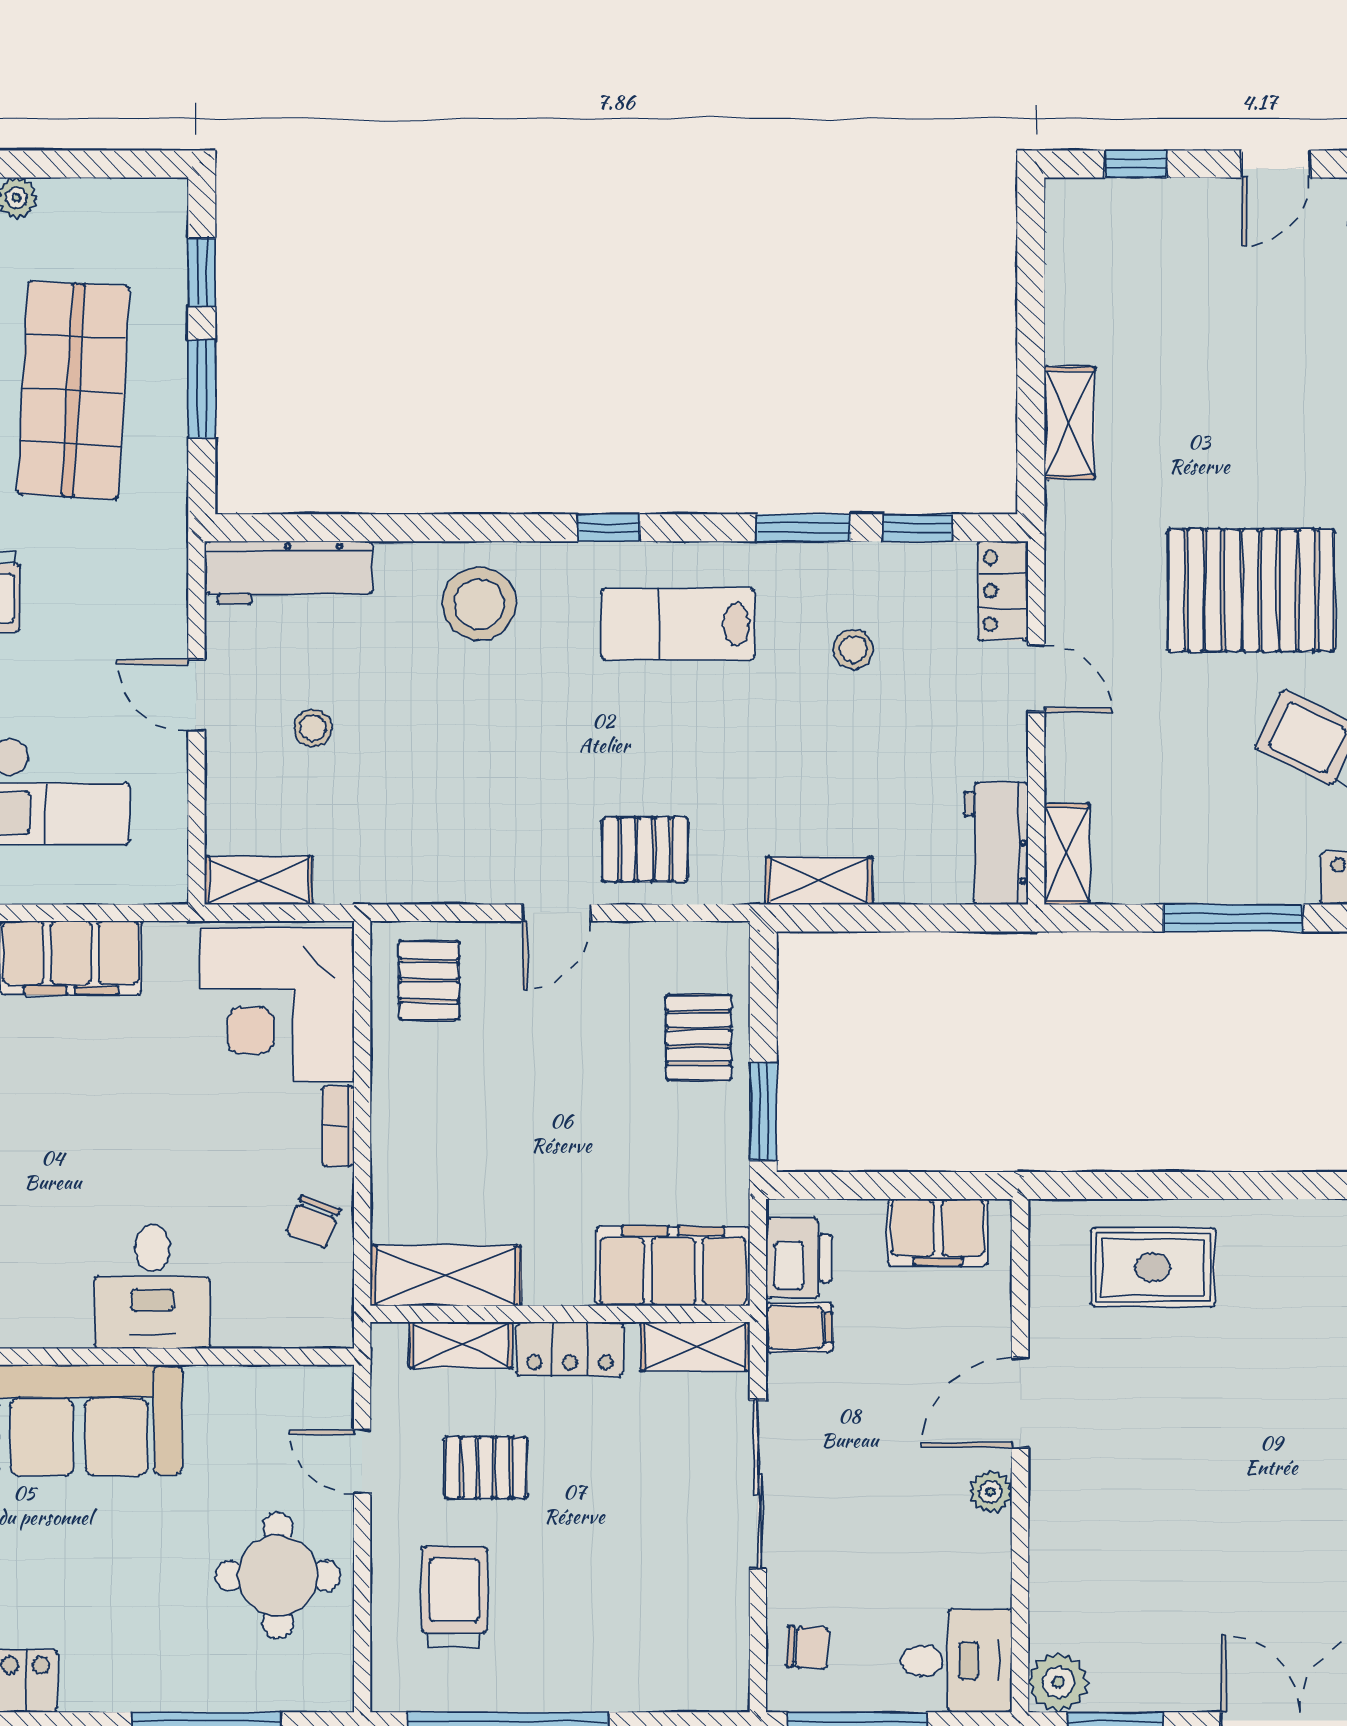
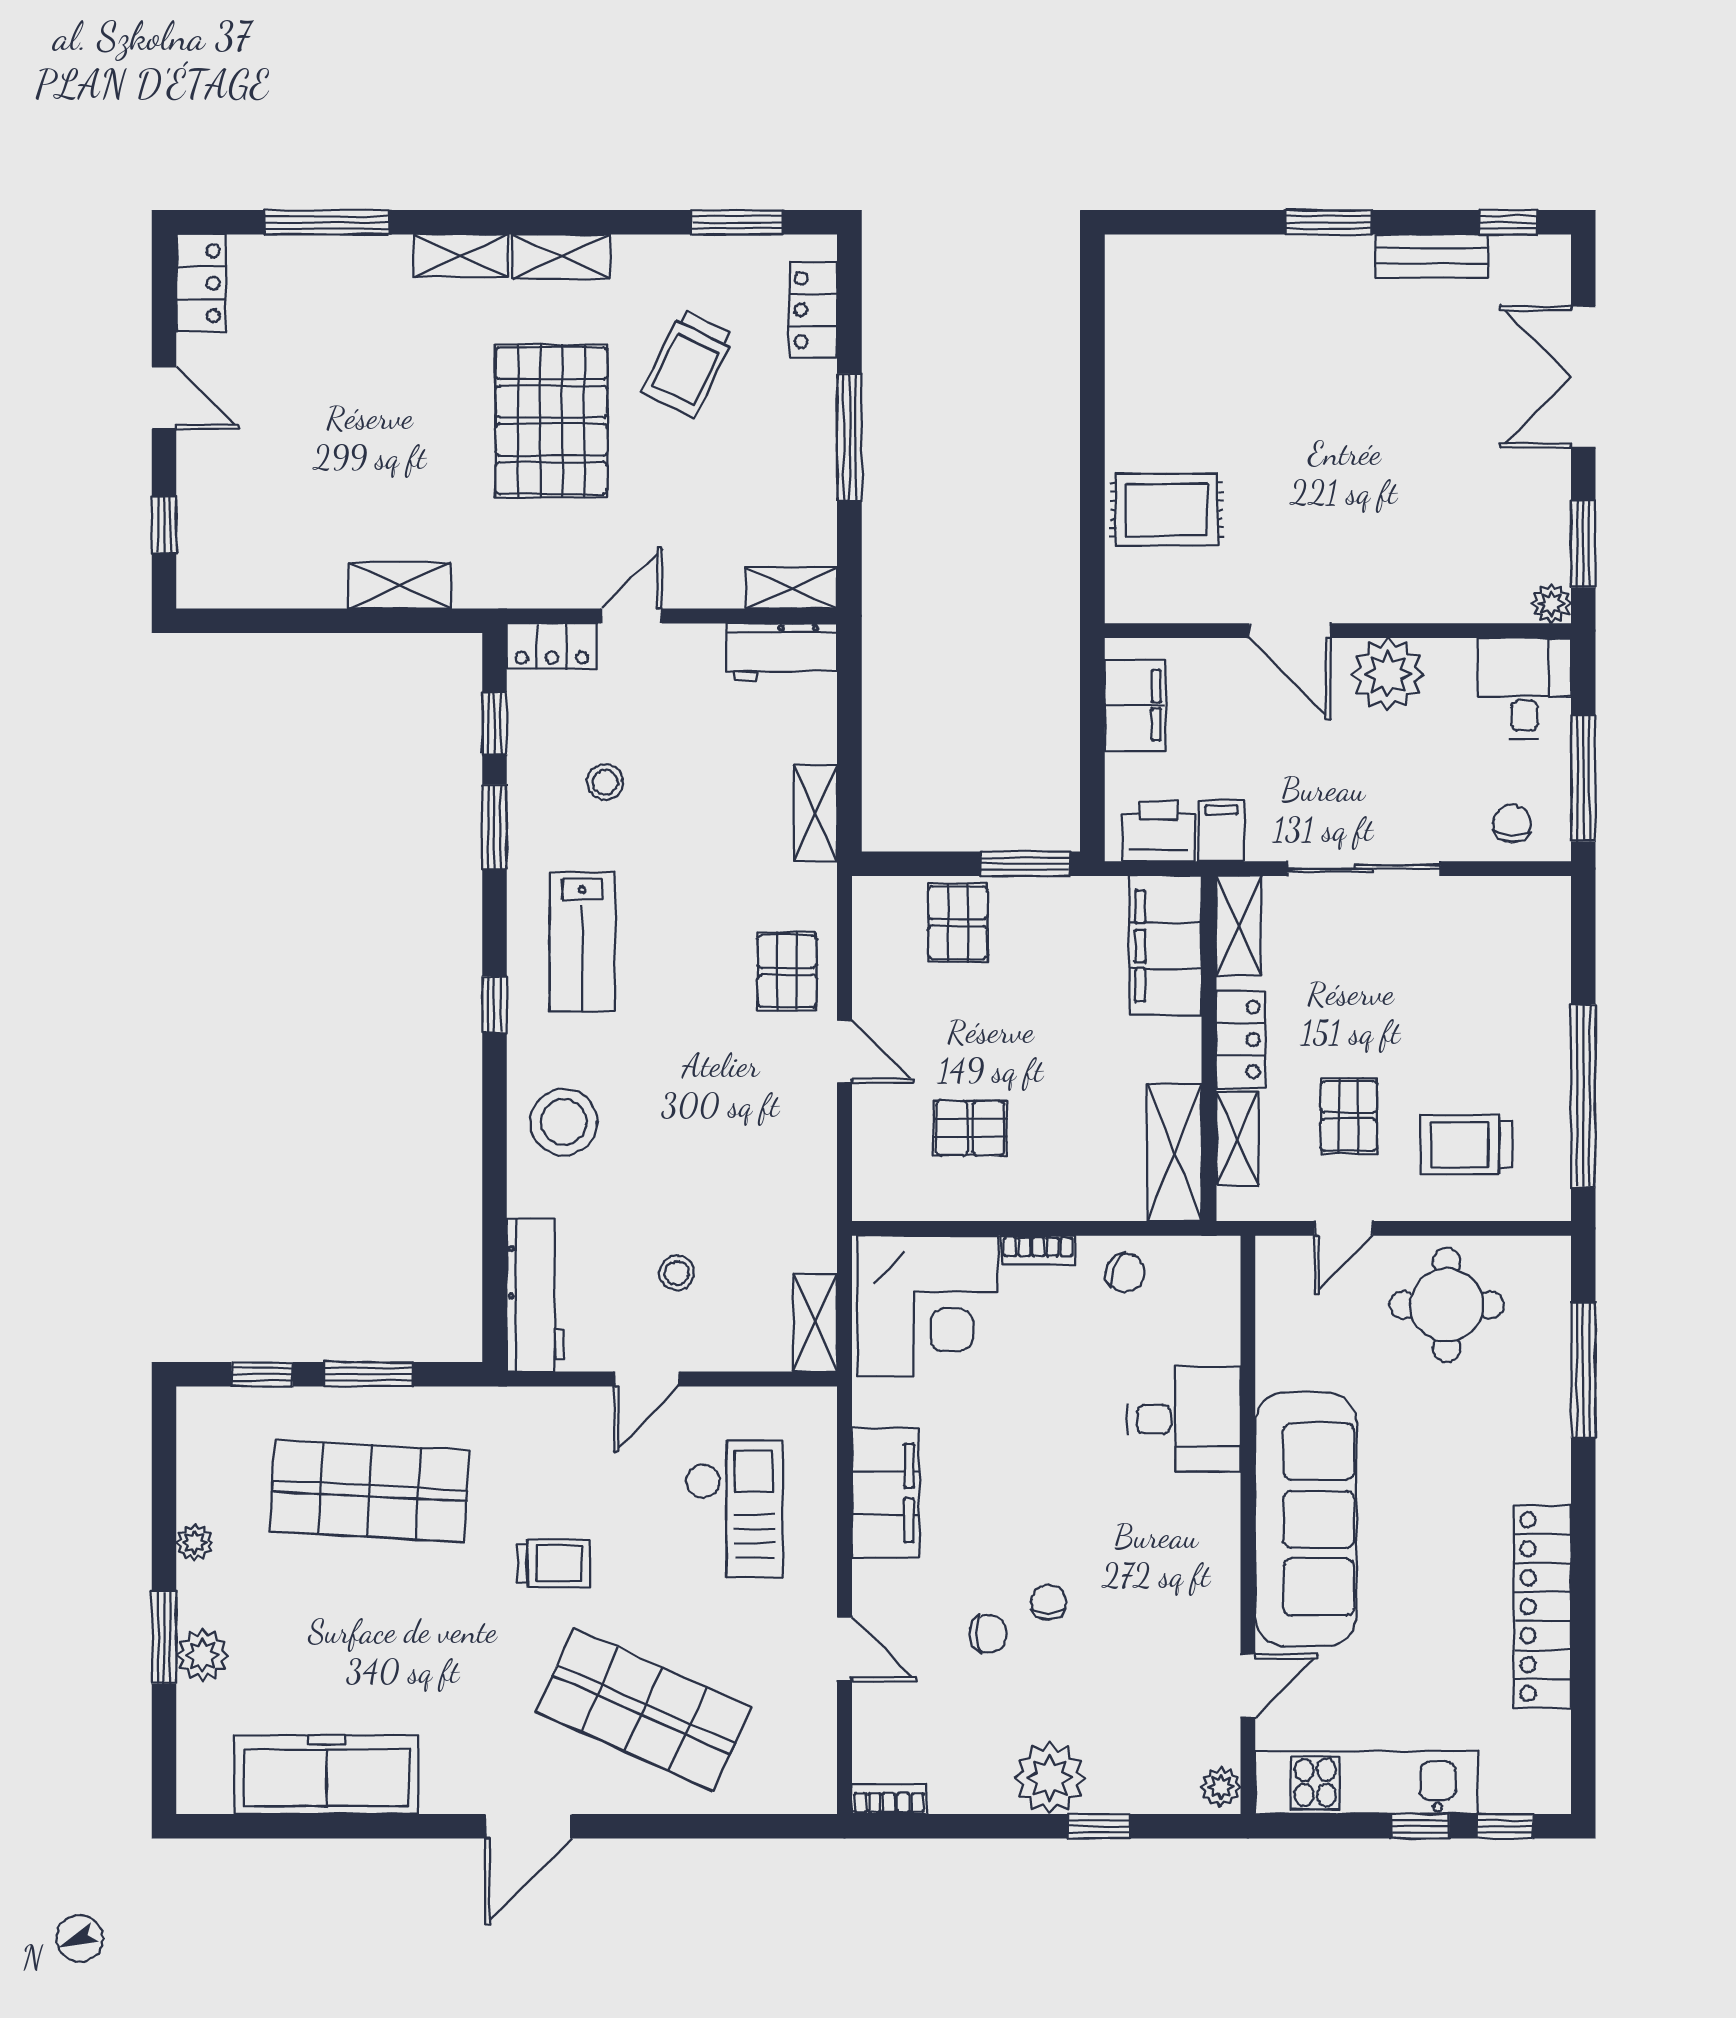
pallet: (429, 980) -> (970, 1128), moved
pallet: (699, 1038) -> (958, 923), turned 90
rug: (1153, 1267) -> (1167, 510), turned 90
plant: (991, 1492) -> (1388, 674), width x1.88, depth x1.88
plant: (1058, 1682) -> (1551, 603), width x0.73, depth x0.73

